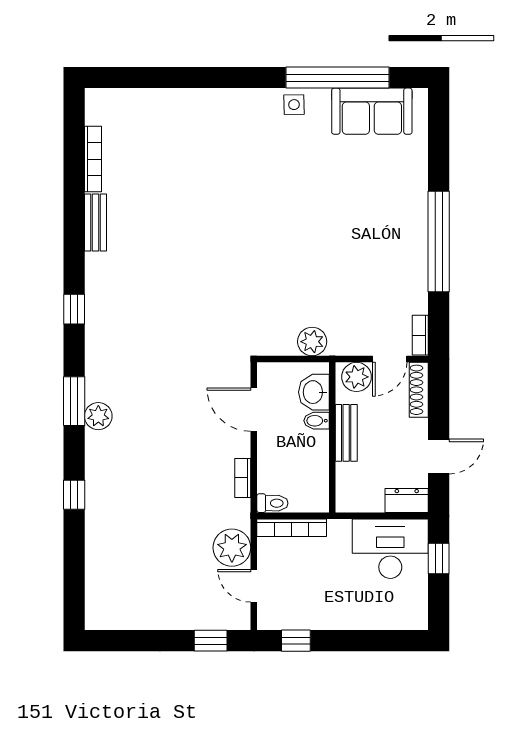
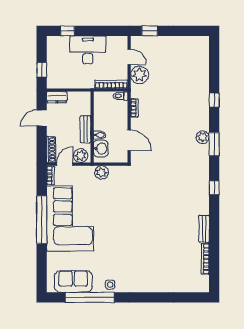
corner sofa: (379, 244) -> (70, 219), added
desk: (390, 549) -> (88, 50), moved, turned 180
window: (296, 641) -> (68, 31), moved

